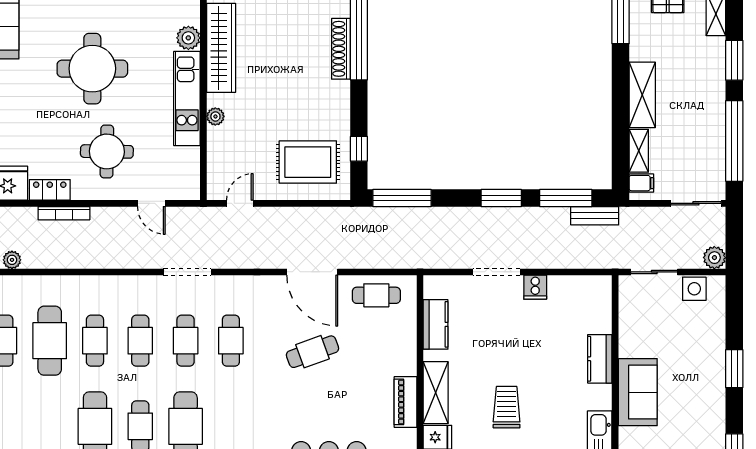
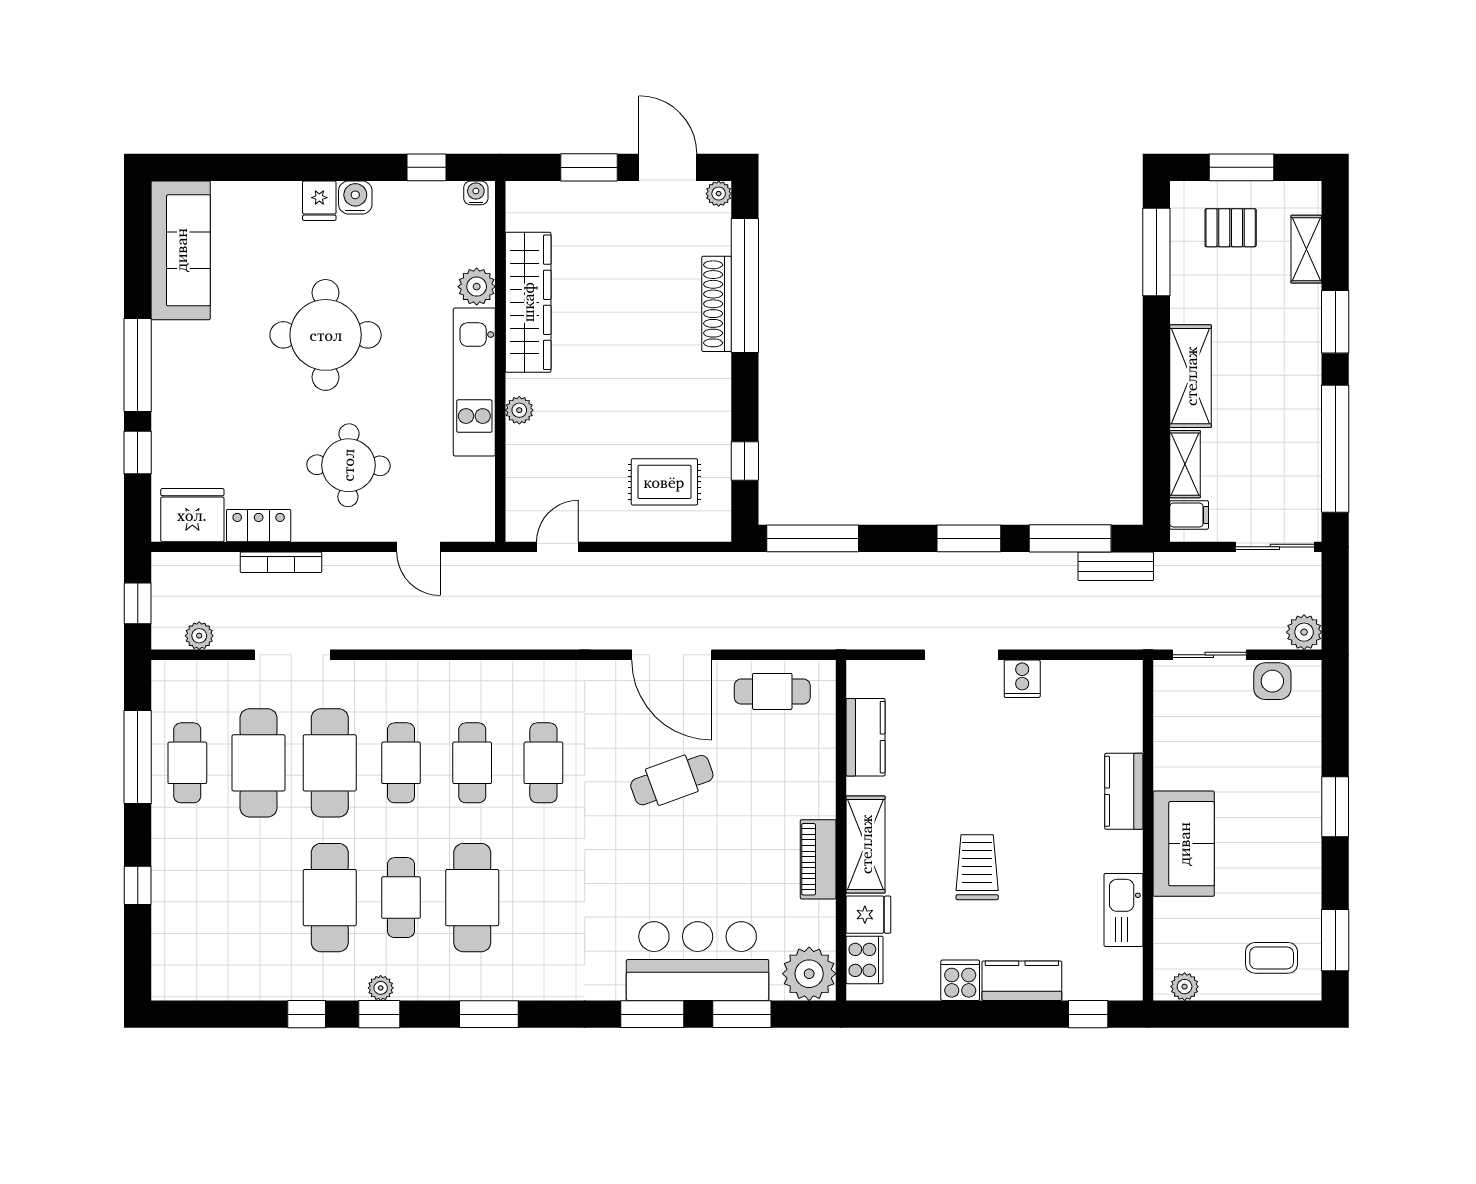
rug: (308, 162) -> (664, 482), width x0.73, depth x0.70
doorway: (187, 272) -> (292, 655), moved
cafe table: (95, 341) -> (330, 763), width x1.37, depth x1.35

